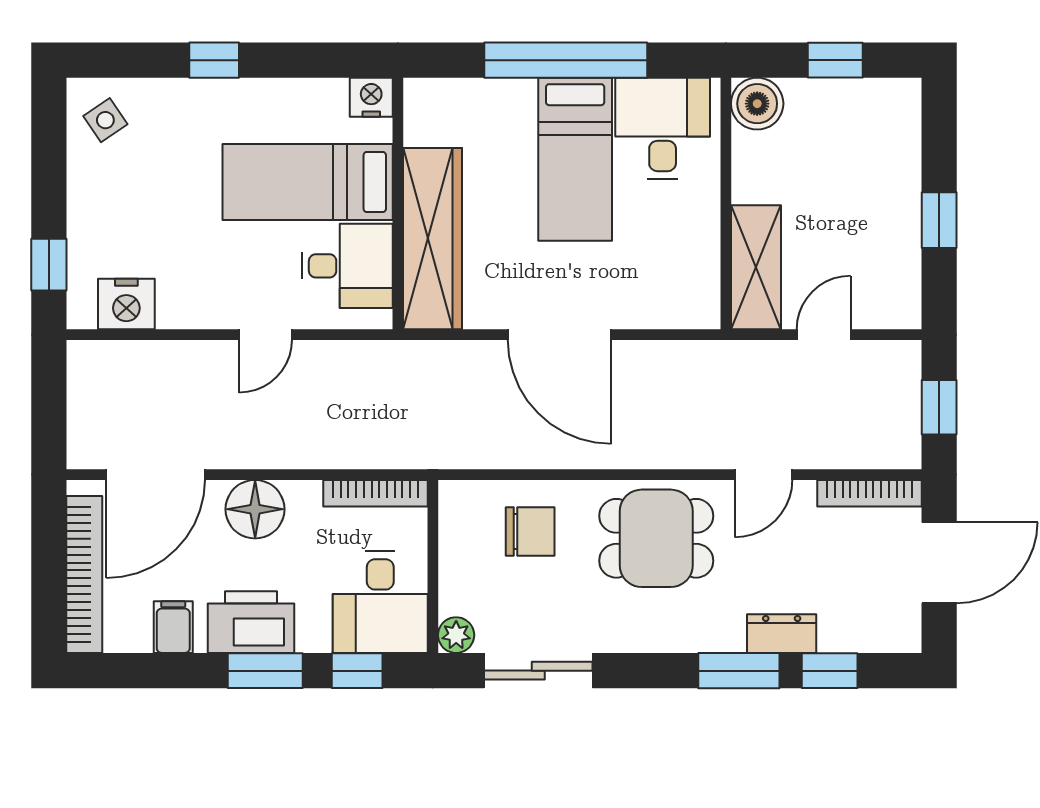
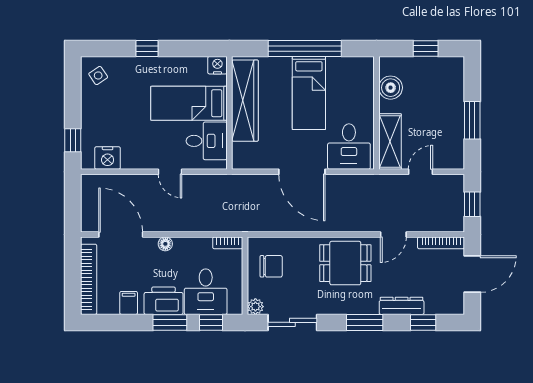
boiler: (757, 104) -> (391, 88), moved
desk: (663, 128) -> (349, 147), moved, turned 180
window: (939, 220) -> (472, 120), width x1.50
wardrobe: (433, 239) -> (245, 101), moved
door: (265, 335) -> (170, 172), hinge flipped
door: (156, 475) -> (121, 235), swing flipped
bookcase: (375, 493) -> (228, 243), width x0.64
floor lamp: (255, 509) -> (165, 244), width x0.53, depth x0.53
chair: (530, 531) -> (271, 266), moved
desk: (380, 602) -> (206, 292), moved
dresser: (782, 634) -> (402, 306), width x1.44
window: (739, 671) -> (365, 322), moved

